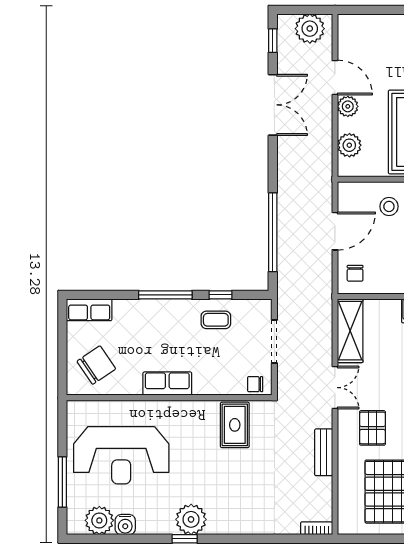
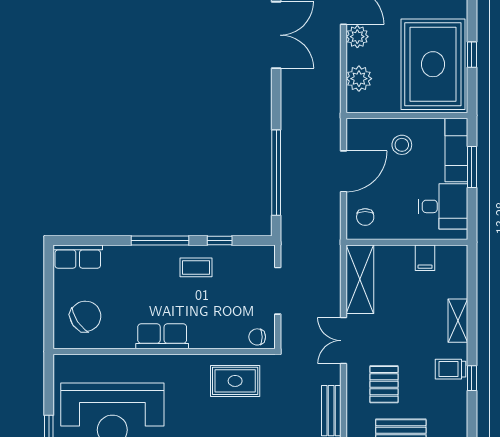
coffee table: (216, 320) -> (196, 267), moved
double door: (335, 388) -> (343, 341), swing flipped
rug: (235, 425) -> (235, 381), turned 90

